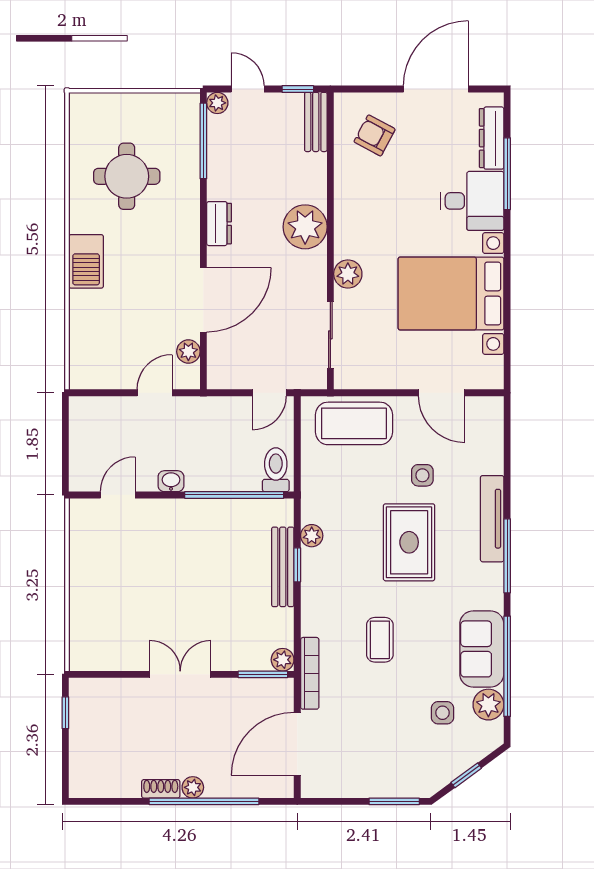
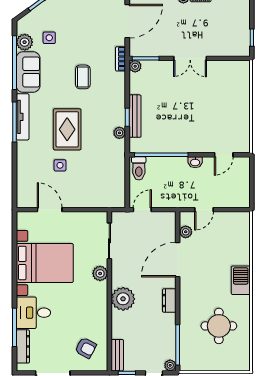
coffee table: (354, 423) -> (97, 193), removed
tv unit: (492, 519) -> (23, 117), moved
bookcase: (310, 673) -> (121, 59), width x0.64

